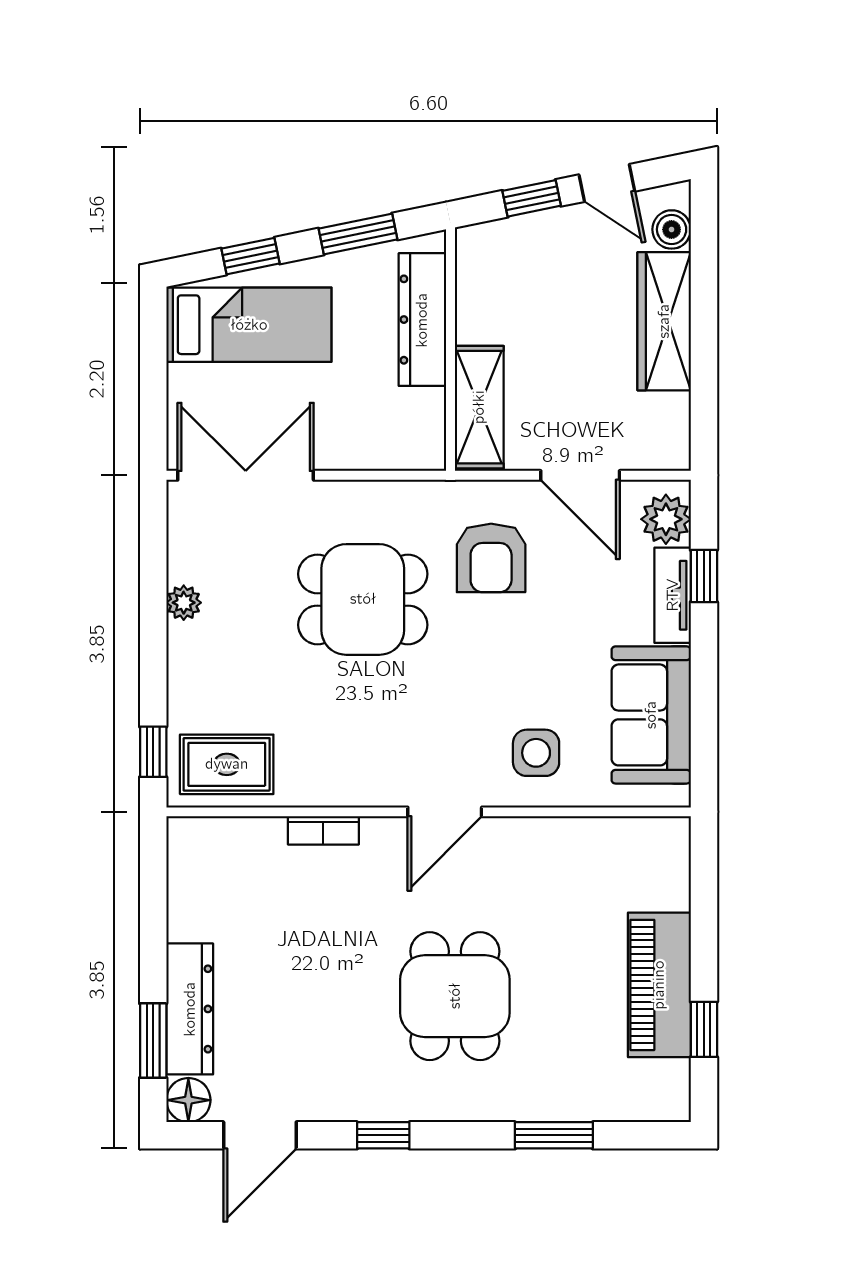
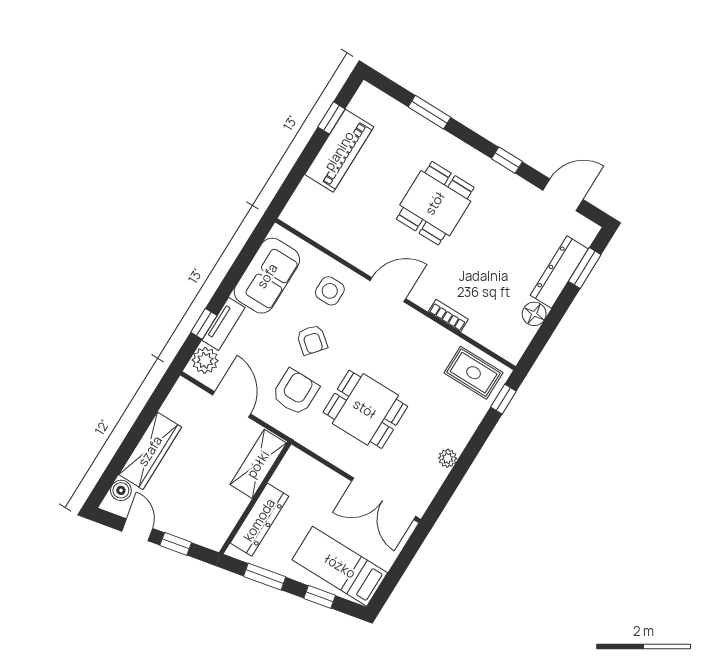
armchair: (516, 657) -> (312, 340), added
floor lamp: (188, 1100) -> (534, 314), moved

